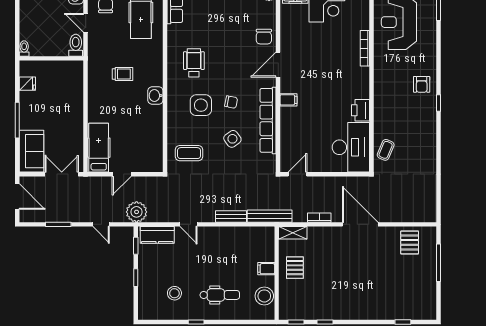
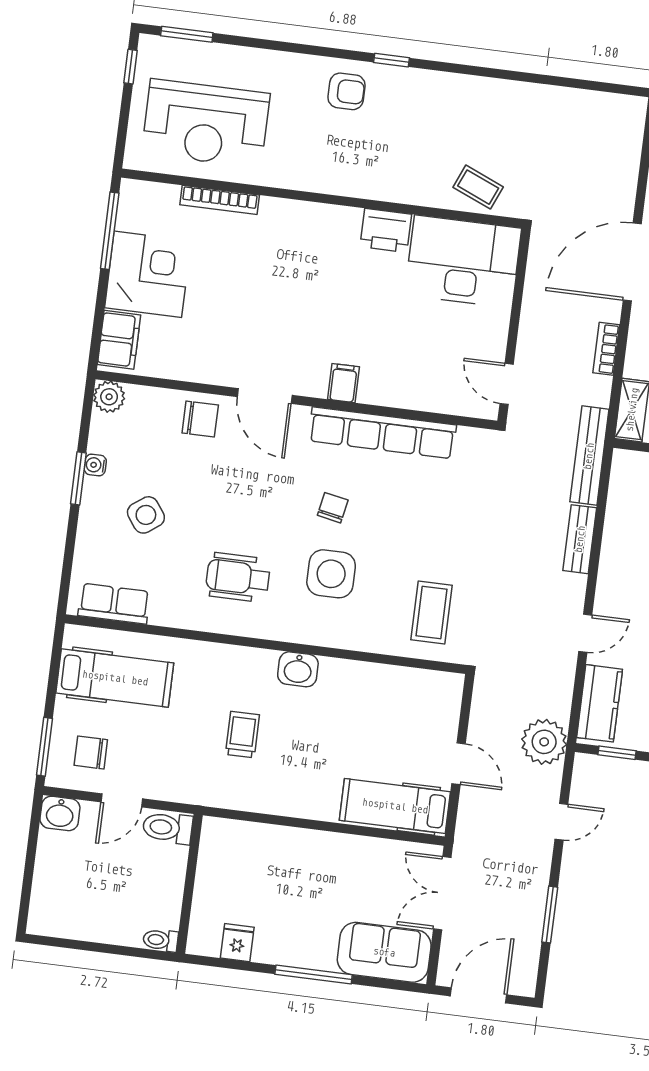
bookcase: (365, 48) -> (220, 200), moved
side table: (232, 139) -> (146, 515), moved

